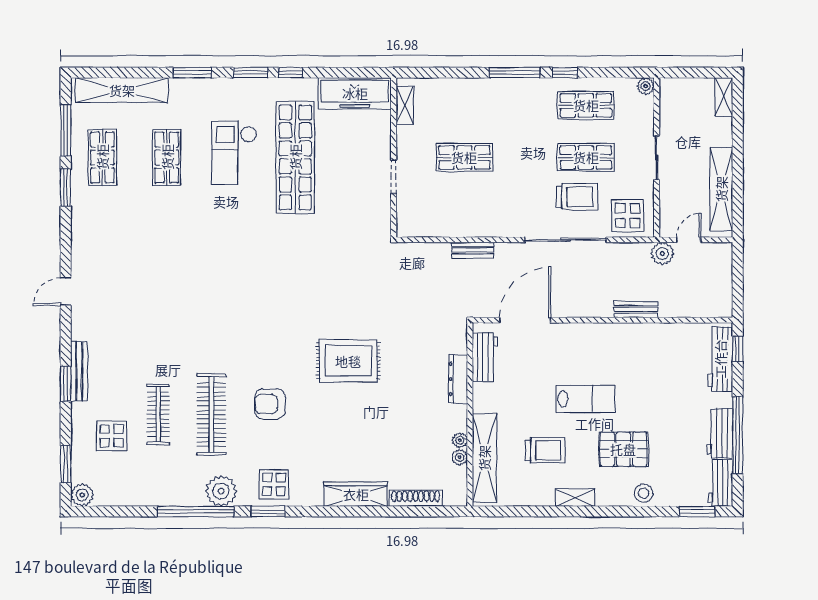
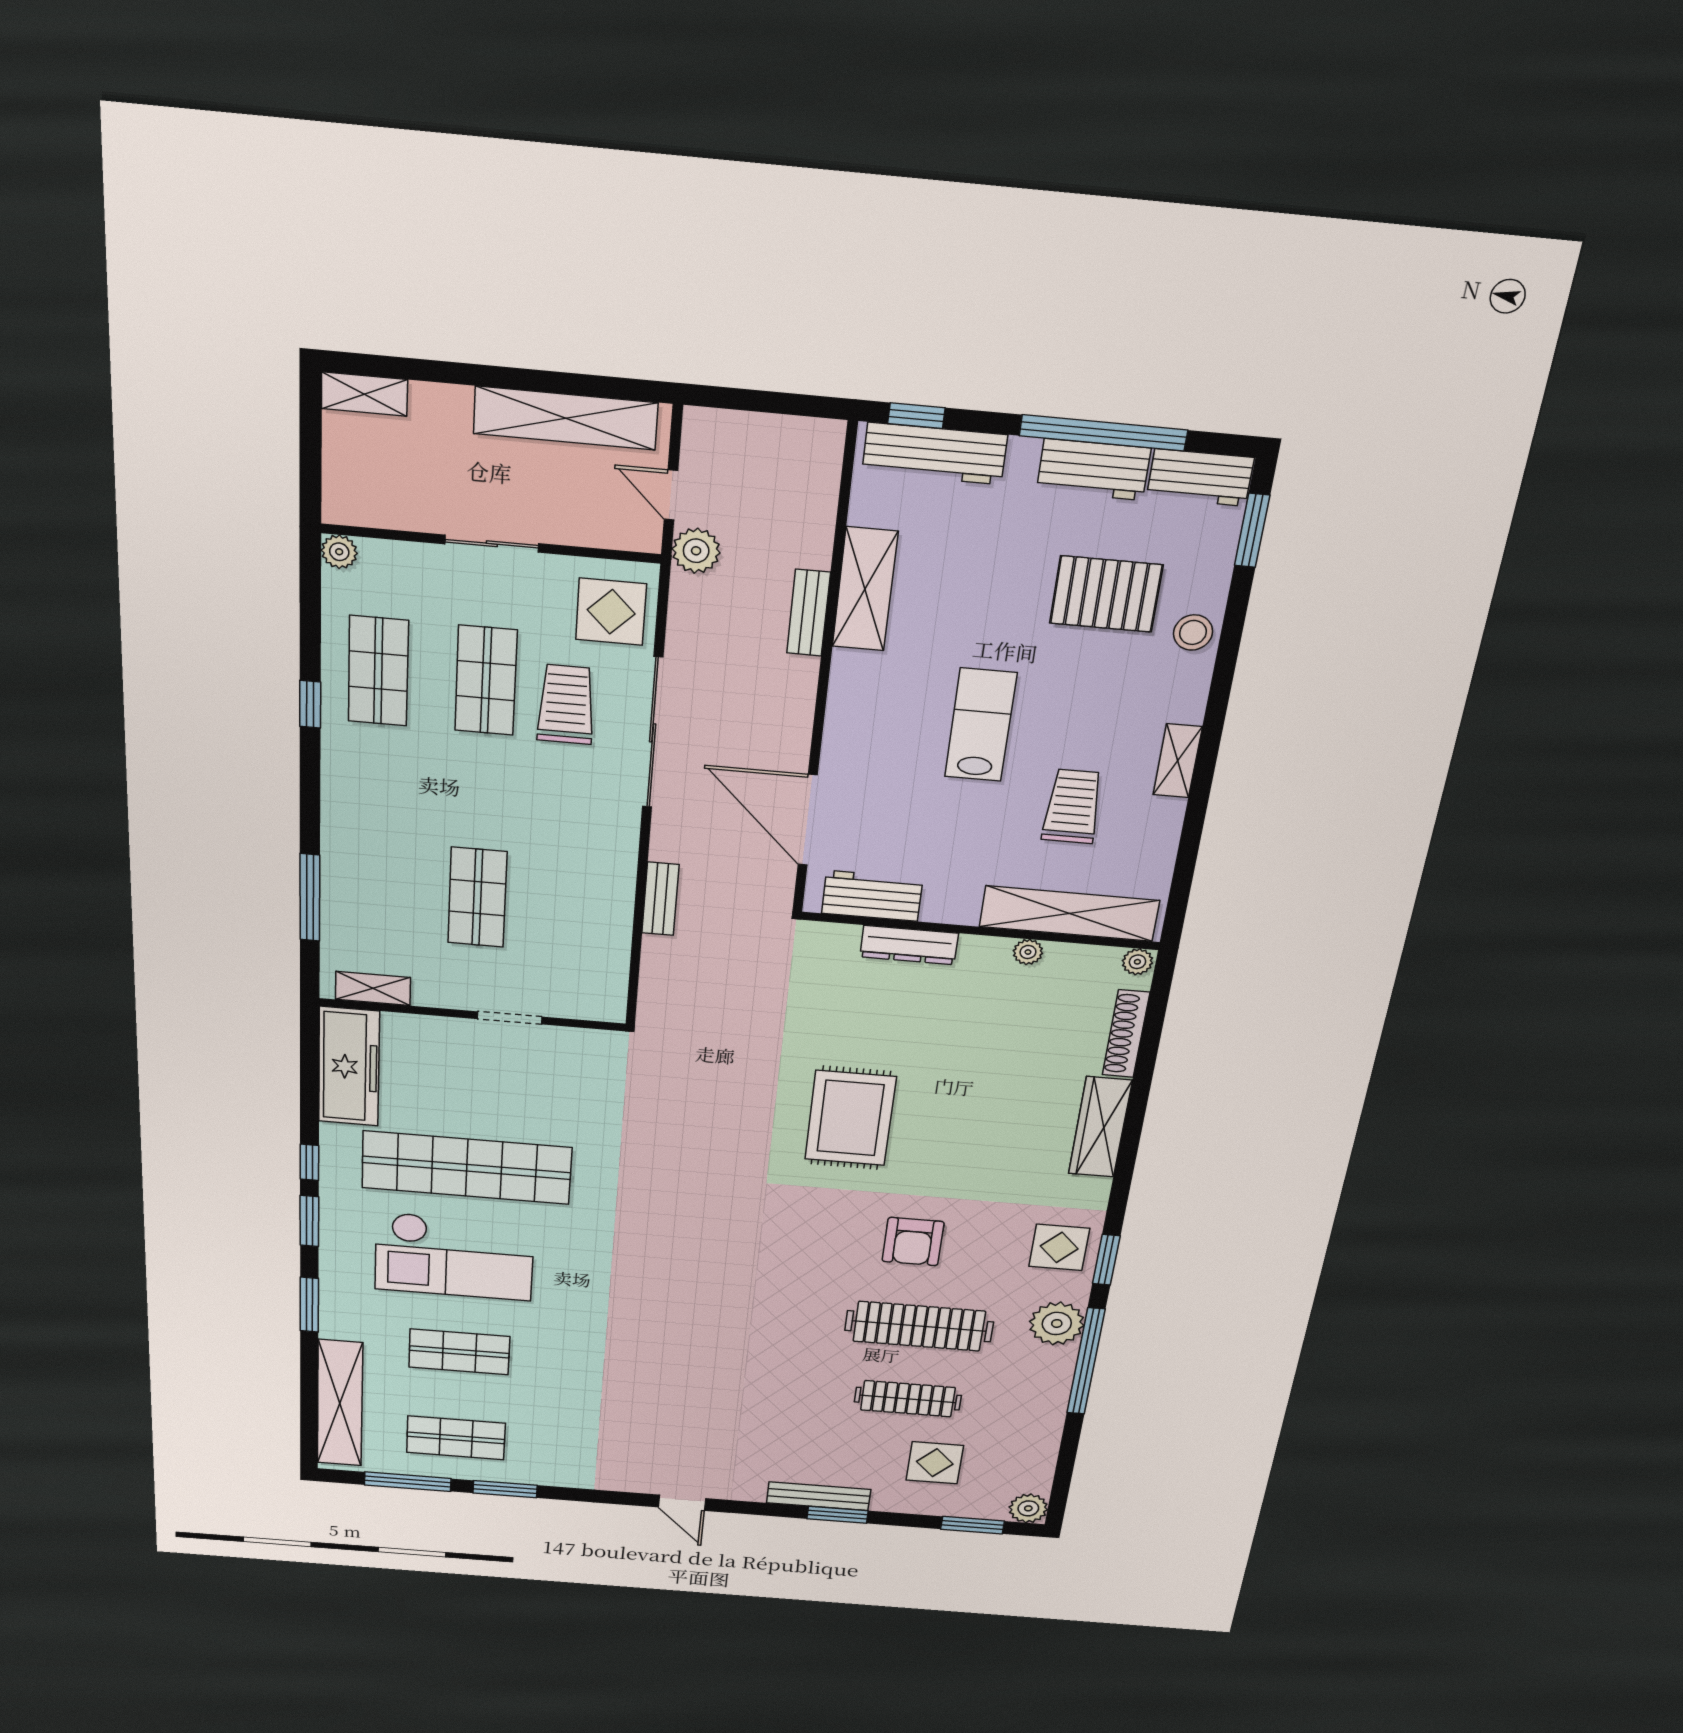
window: (515, 73) -> (310, 898), moved
checkout: (234, 153) -> (454, 1257), width x1.36, depth x1.21
shelving: (651, 335) -> (865, 589), added
pallet: (623, 449) -> (1106, 594), moved, turned 90
plant: (460, 457) -> (1137, 962), moved

